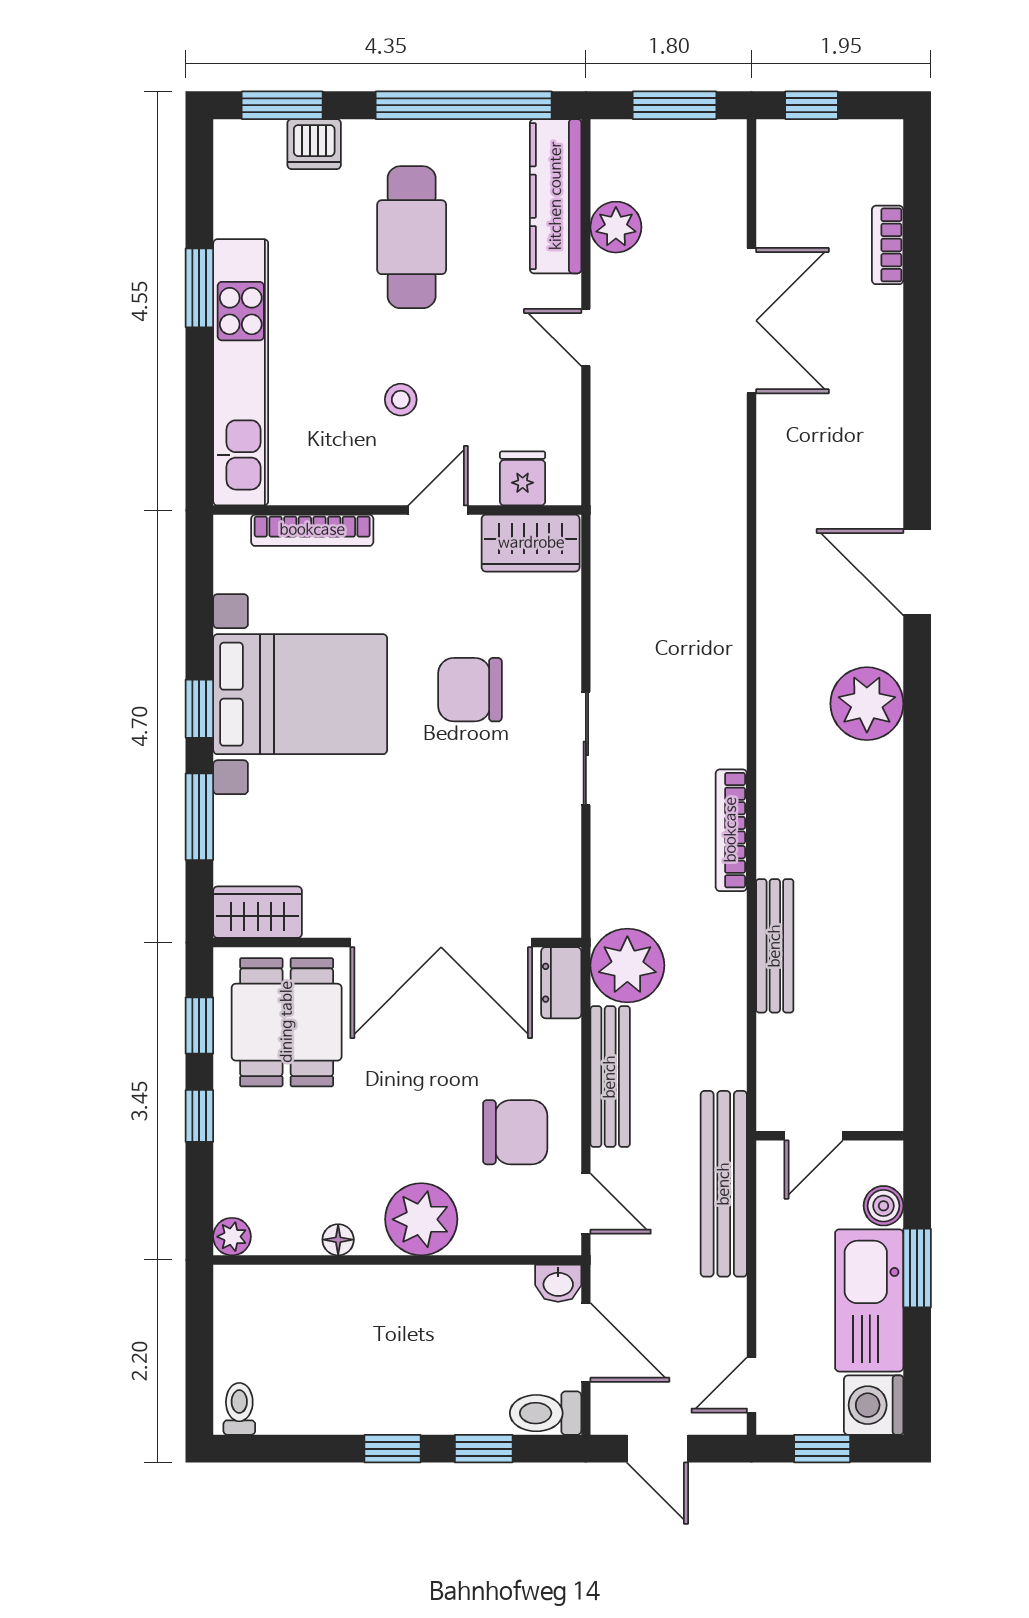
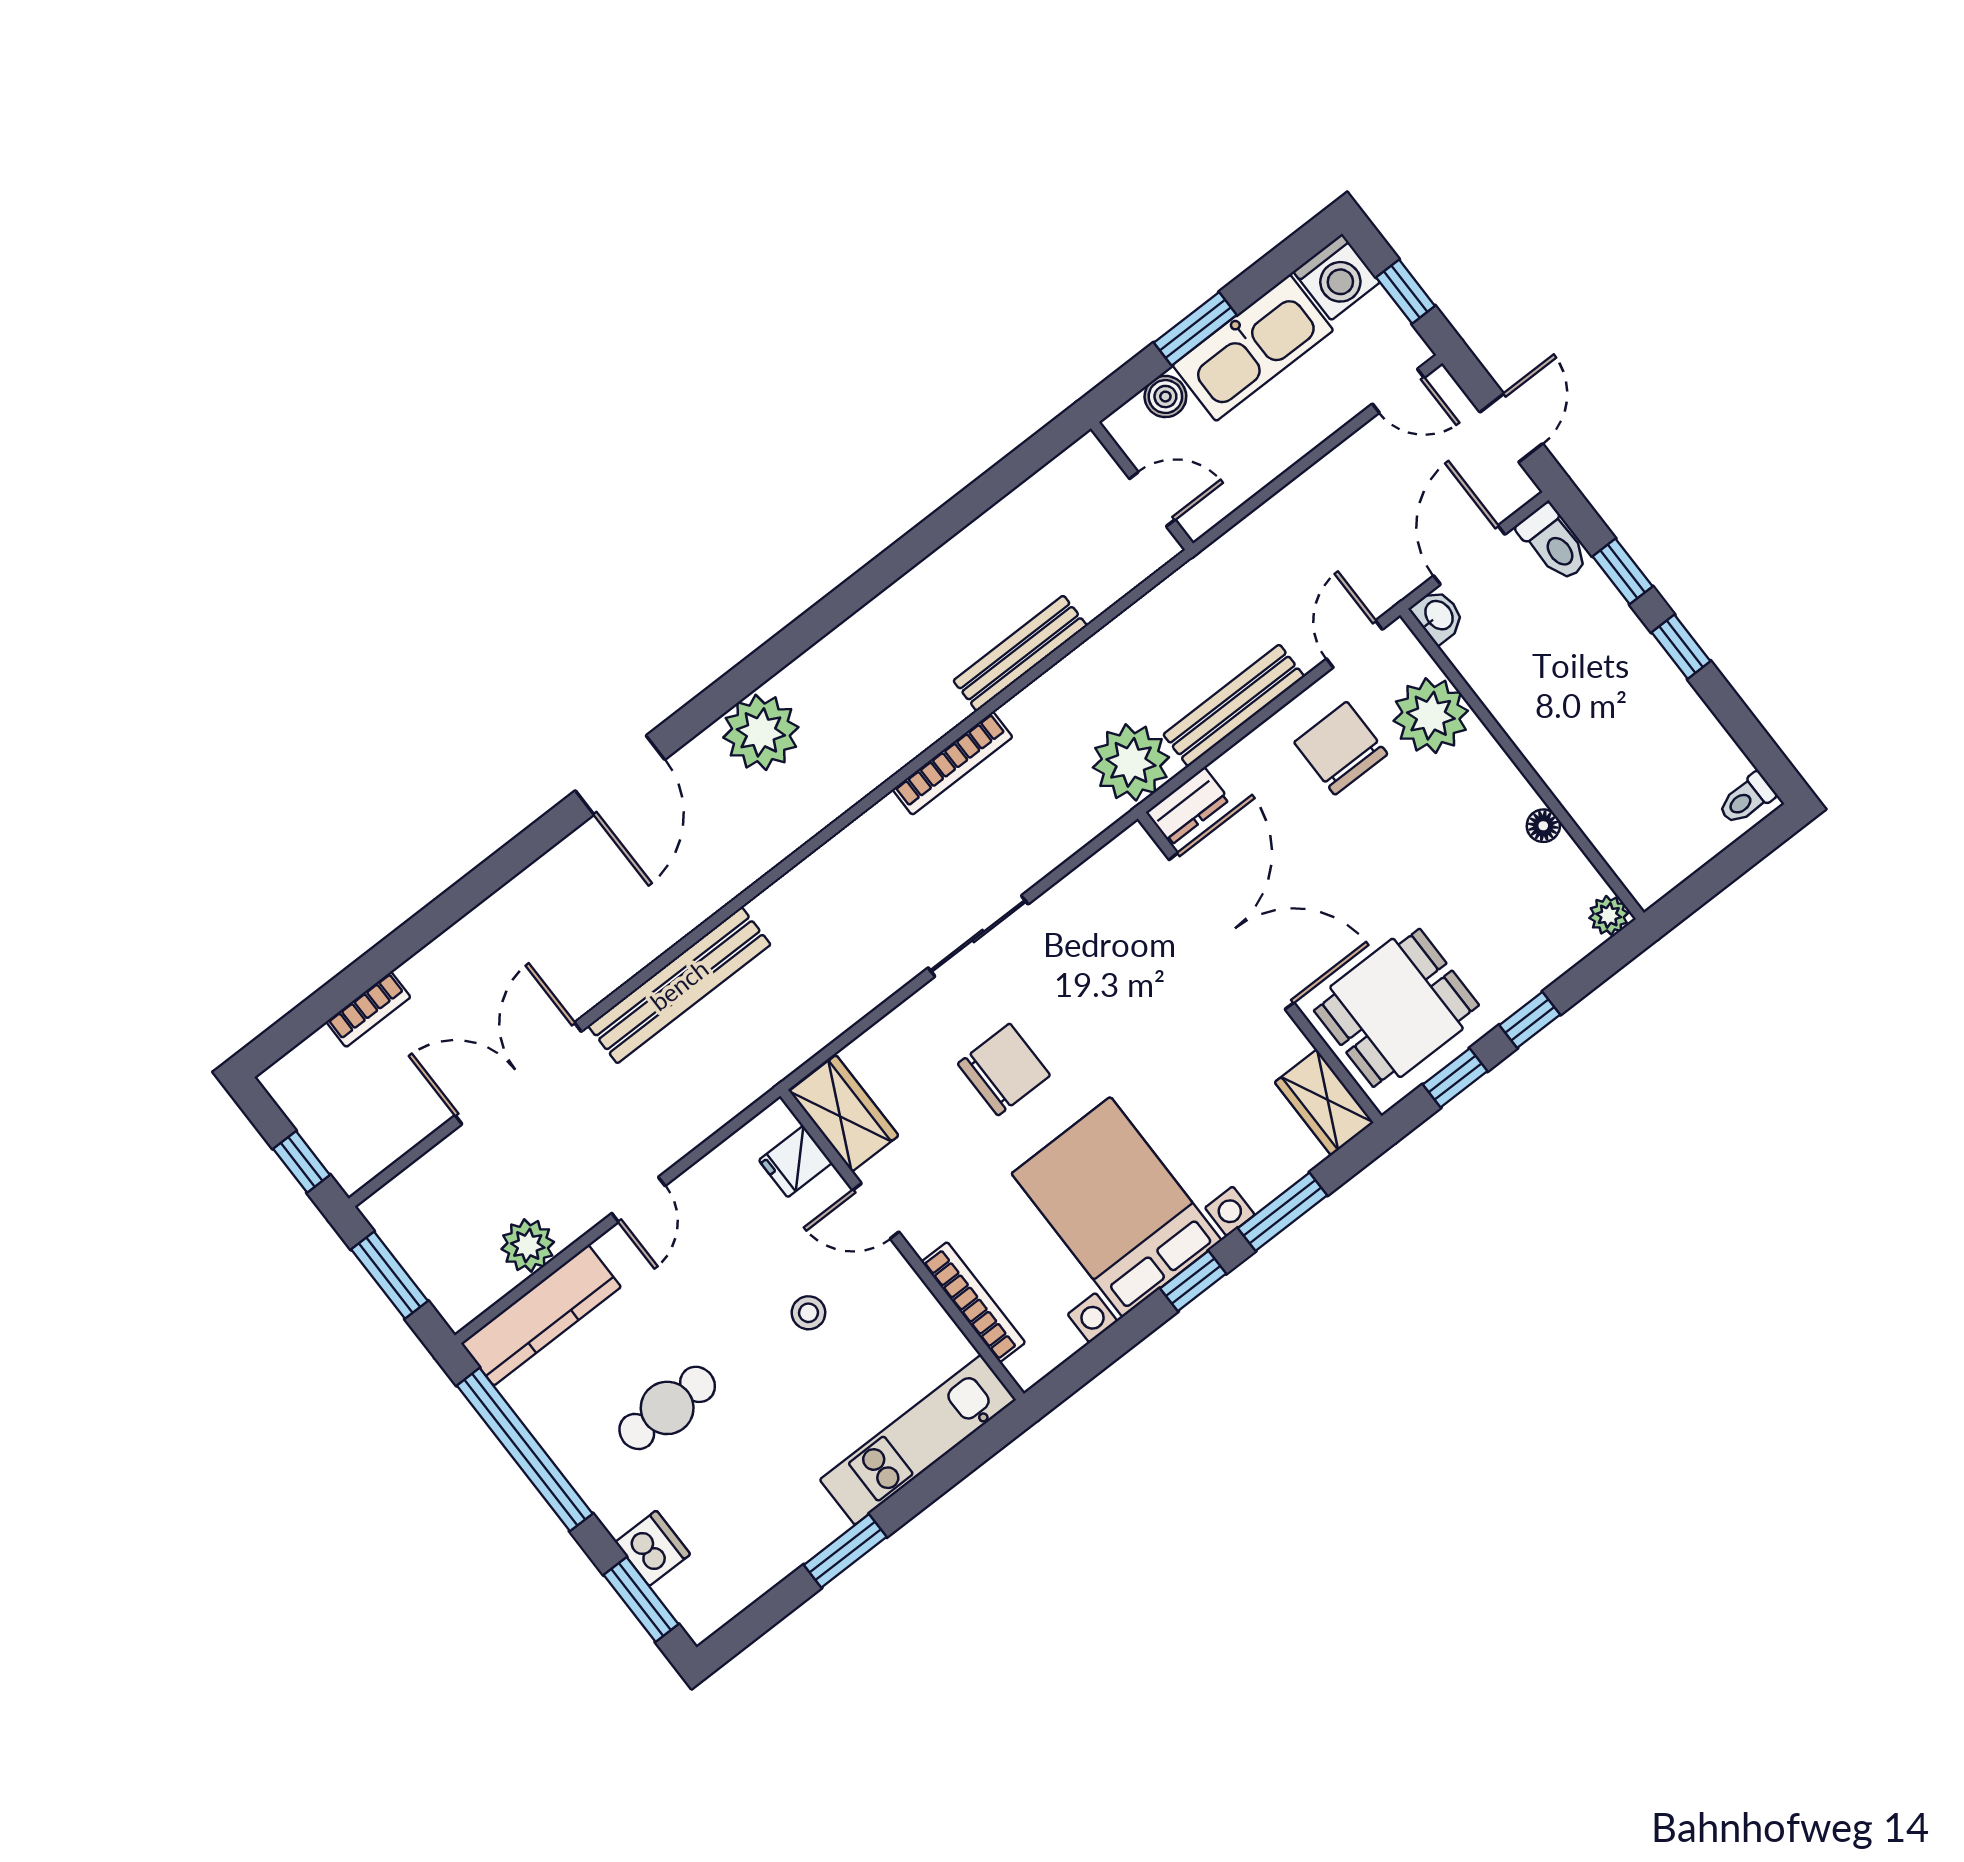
cafe table: (412, 237) -> (667, 1408), width x0.73, depth x0.74
kitchen unit: (241, 372) -> (918, 1440), width x0.73
chair: (470, 690) -> (1004, 1069), turned -90
bench: (724, 1184) -> (679, 985), moved
plant: (421, 1219) -> (1431, 716), moved

